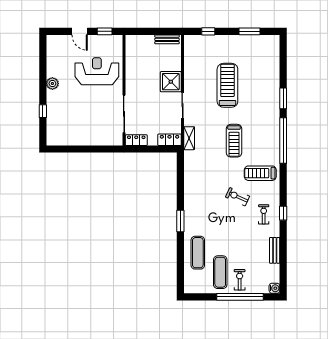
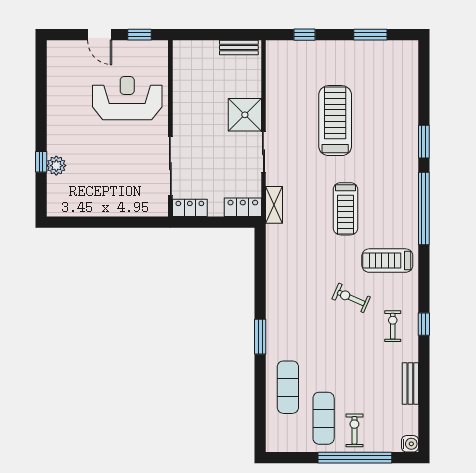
plant: (52, 84) -> (56, 166), moved

